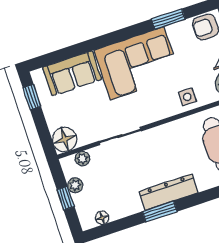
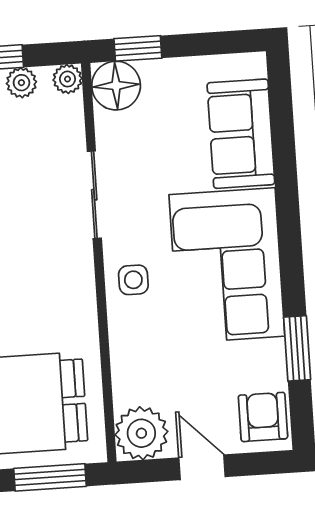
window: (32, 97) -> (138, 48), moved
side table: (187, 97) -> (133, 280), moved
plant: (82, 159) -> (67, 79), moved

